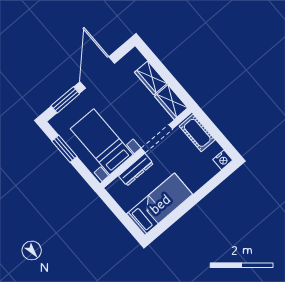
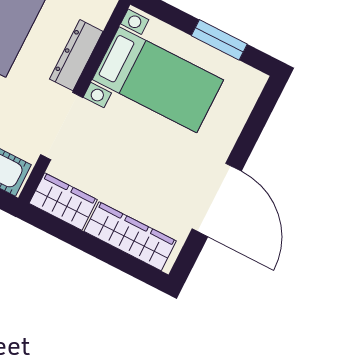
wardrobe: (151, 78) -> (130, 236), width x1.50
window: (65, 100) -> (254, 128), removed

